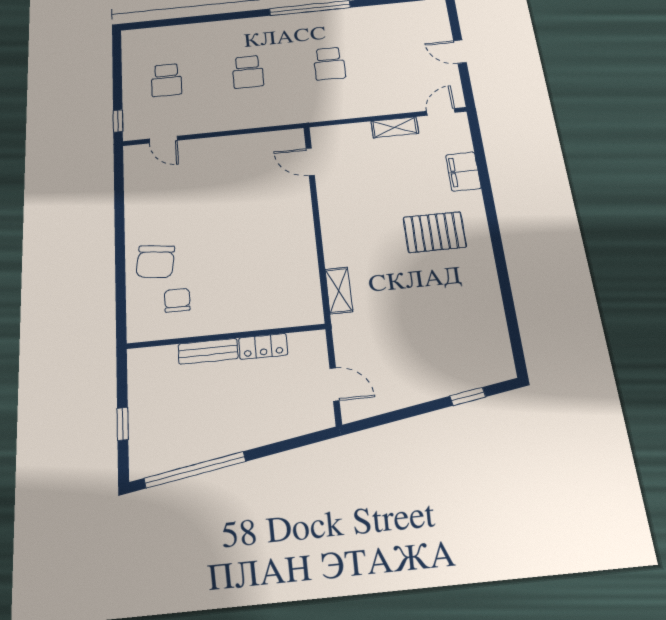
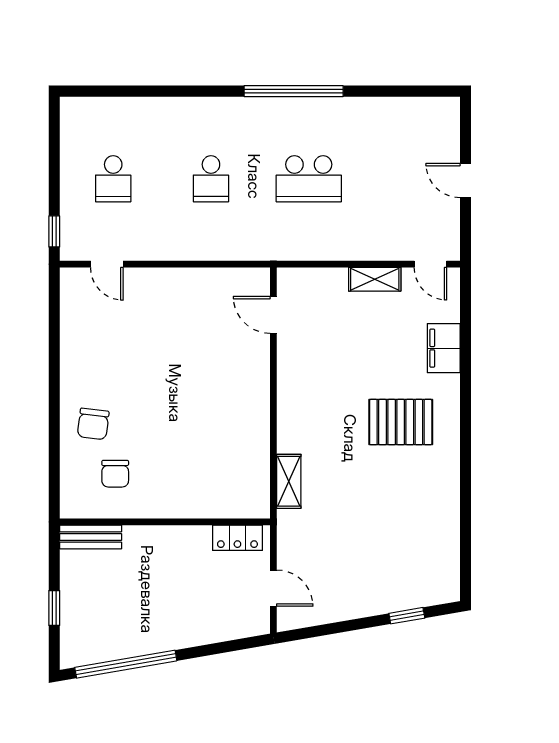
school desk: (329, 64) -> (309, 179), width x1.85
door: (441, 112) -> (430, 264), swing flipped
chair: (156, 262) -> (93, 424), width x0.73, depth x0.73
chair: (177, 300) -> (115, 474), turned 180
locker: (263, 346) -> (237, 538), moved
bench: (208, 351) -> (91, 537), moved

